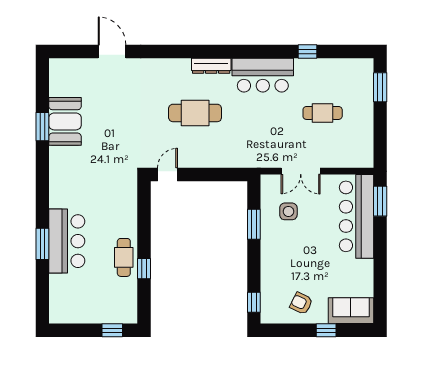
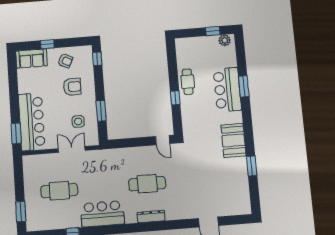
dresser: (211, 66) -> (151, 217), moved
cafe table: (323, 113) -> (59, 191), width x1.37, depth x1.35
booth: (65, 121) -> (233, 140), moved
door: (168, 174) -> (163, 140), hinge flipped
armchair: (294, 264) -> (72, 87), added
window: (144, 269) -> (175, 98), moved
plant: (64, 315) -> (225, 40), added
window: (112, 330) -> (213, 31), moved

